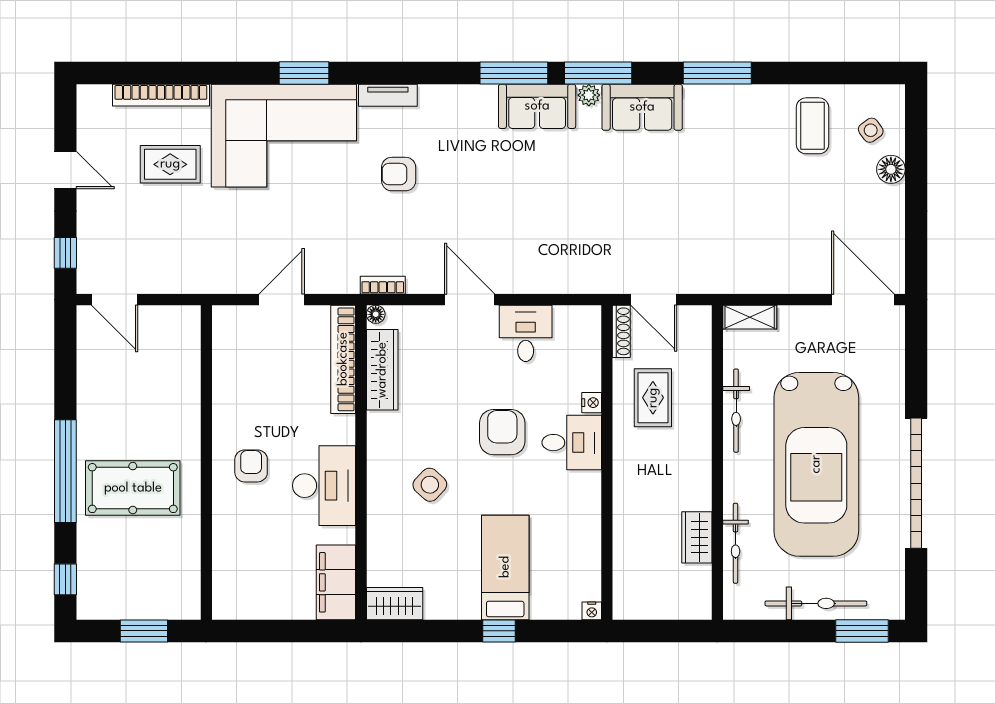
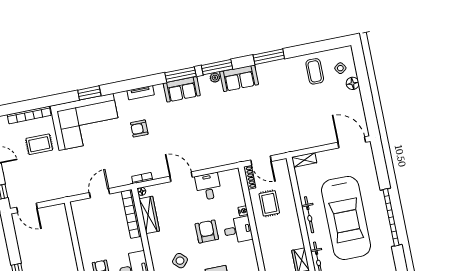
tv unit: (388, 95) -> (141, 93), moved
sofa: (537, 106) -> (182, 89), moved
bicycle: (736, 411) -> (309, 215), moved

